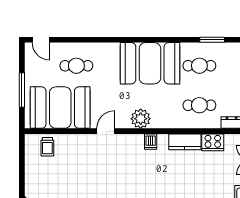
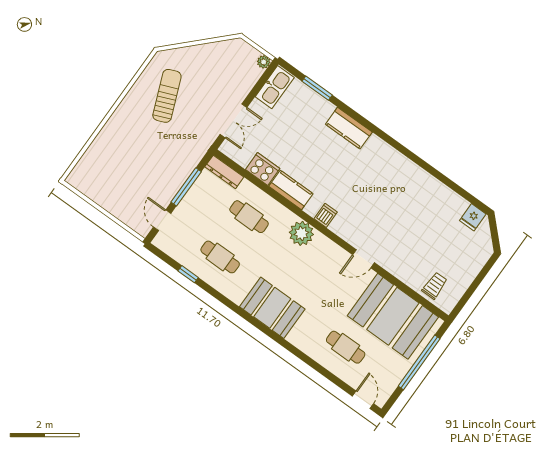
window: (212, 40) -> (188, 274), width x0.67
booth: (150, 63) -> (272, 308), width x0.73, depth x0.70
window: (22, 90) -> (419, 362), width x1.46
plant: (141, 119) -> (301, 233), moved

